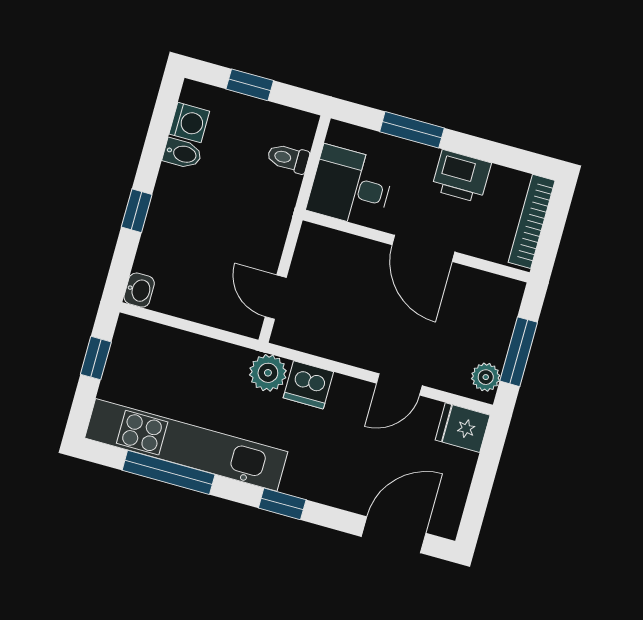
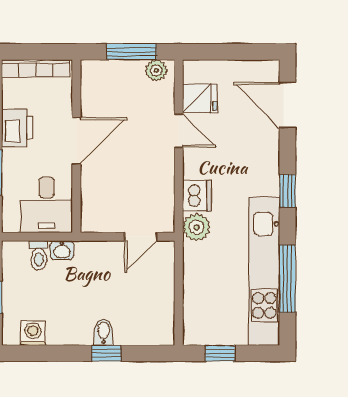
bidet: (182, 154) -> (104, 332), moved
washbasin: (139, 290) -> (62, 250), moved, turned 180
fridge: (463, 428) -> (200, 98), moved, turned -90

